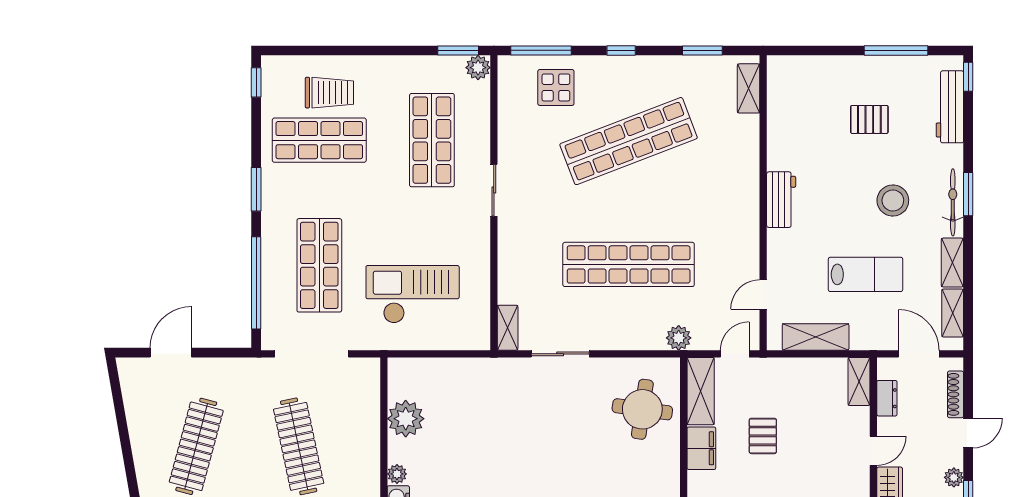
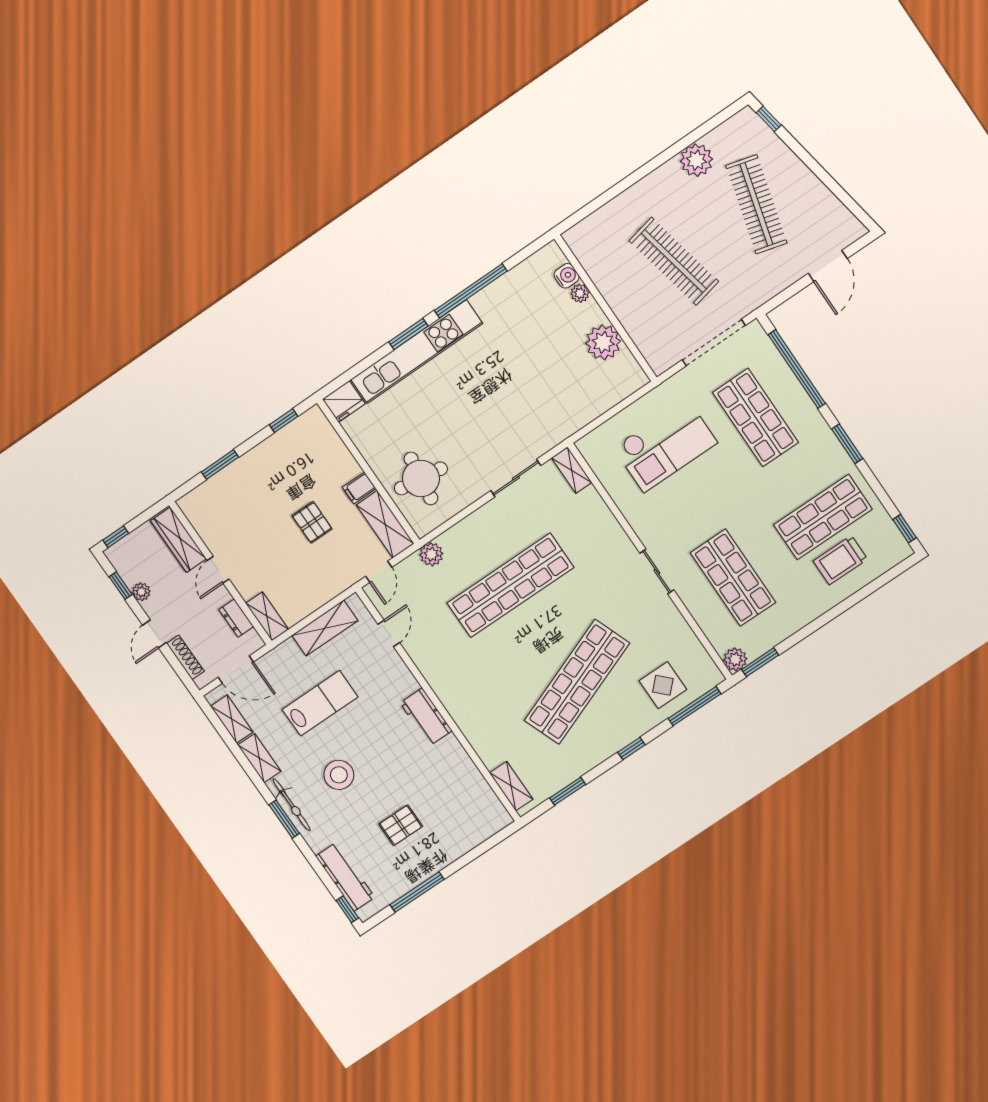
lab bench: (865, 274) -> (320, 703), turned 180
filing cabinet: (701, 448) -> (359, 488), width x0.50

